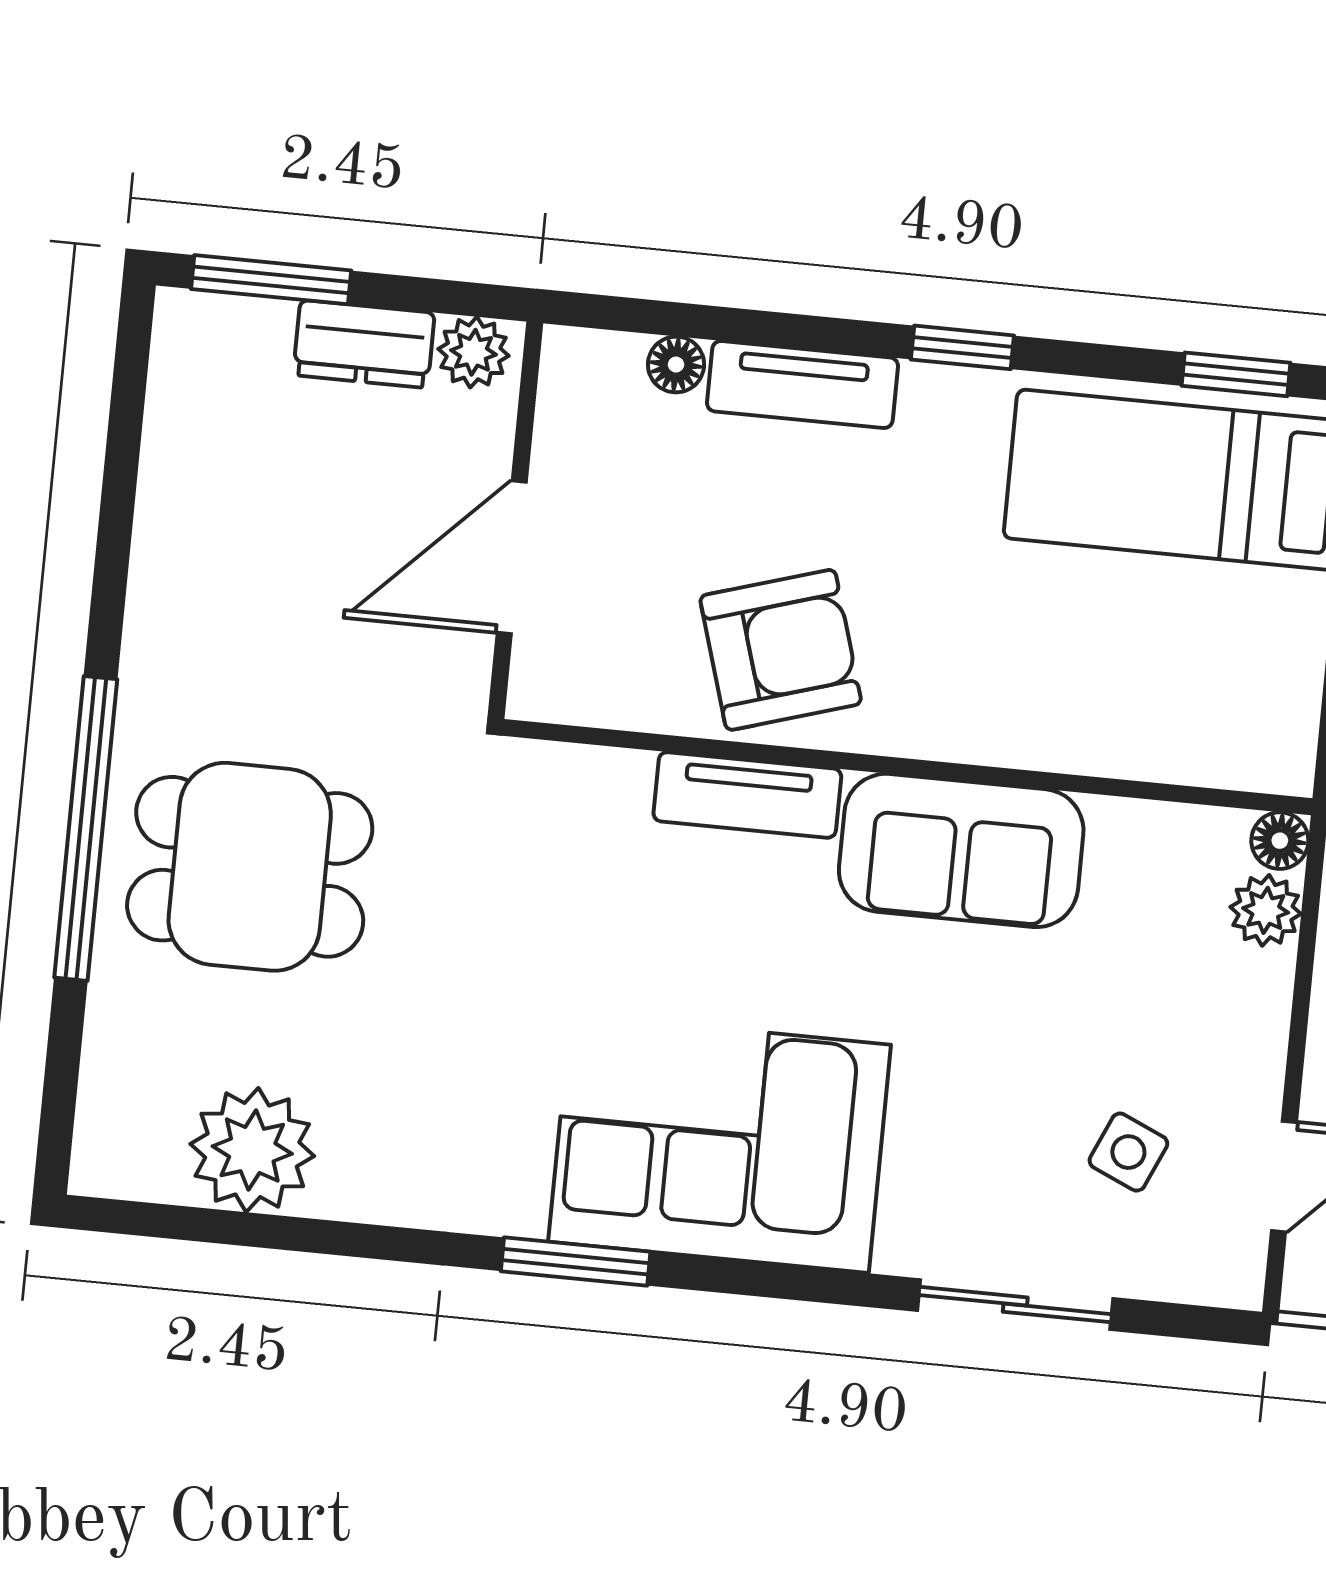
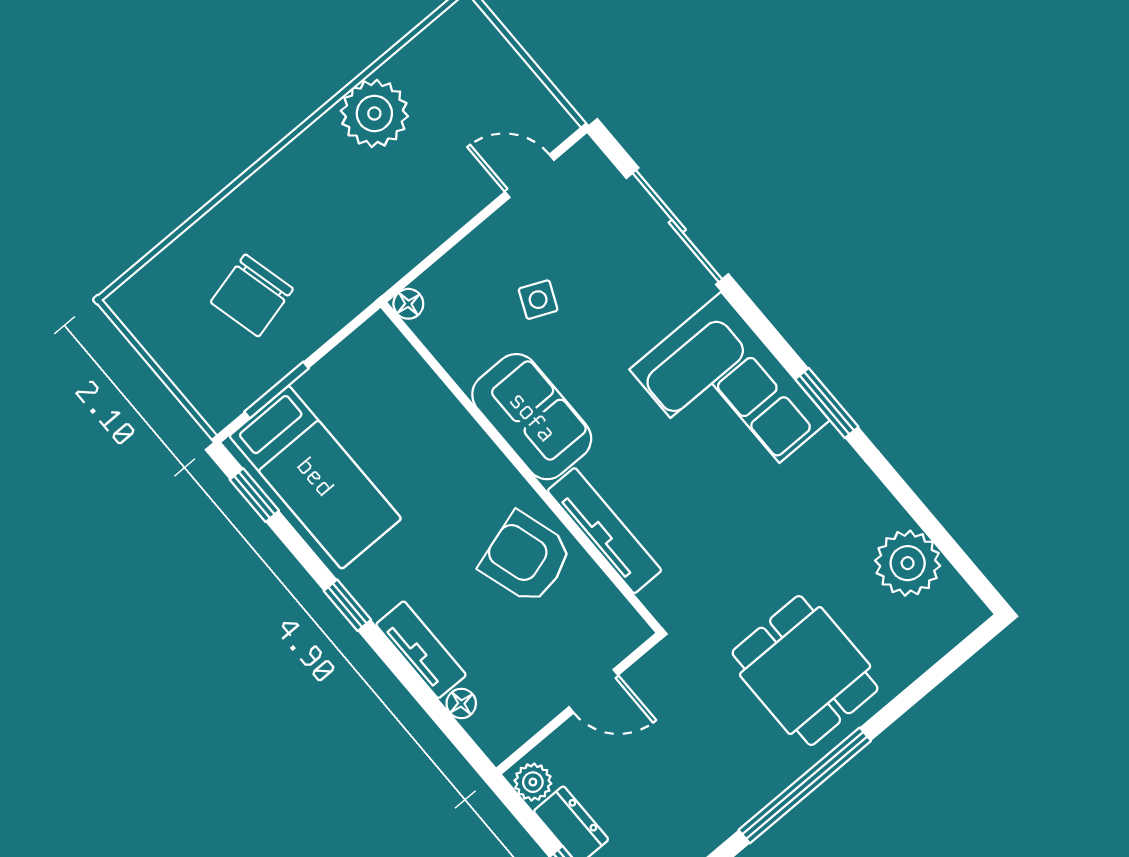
door: (512, 557) -> (593, 691), width x0.73
tv unit: (747, 795) -> (604, 531), width x1.41
window: (86, 828) -> (805, 785), moved
plant: (1266, 910) -> (439, 283), removed
side table: (1128, 1152) -> (538, 300), moved
sliding door: (1015, 1305) -> (677, 226), width x1.37

